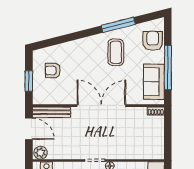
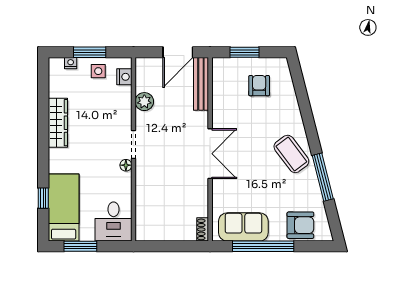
coffee table: (116, 52) -> (291, 154), moved, turned 53
double door: (101, 106) -> (210, 154), width x0.73
plant: (41, 153) -> (144, 102), moved

